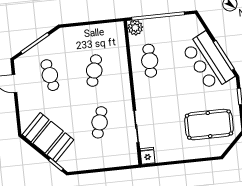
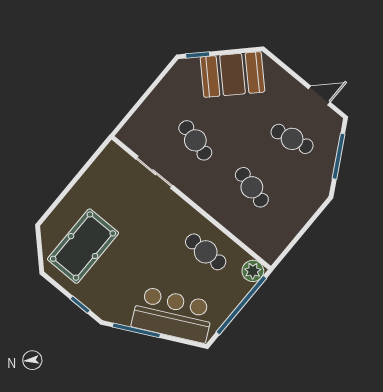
bar counter: (208, 61) -> (173, 315), moved
fridge: (147, 156) -> (114, 154), removed

